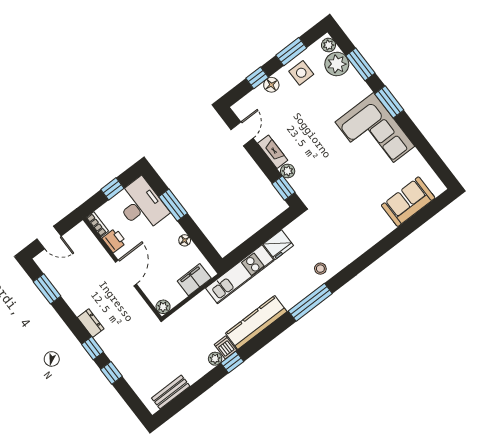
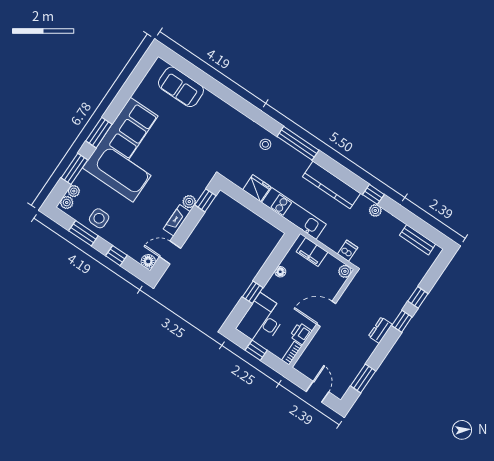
plant: (337, 64) -> (74, 191), width x0.53, depth x0.53
floor lamp: (271, 85) -> (148, 261), moved
corner sofa: (375, 134) -> (132, 150), width x1.36, depth x1.36
window: (173, 205) -> (253, 292), width x0.67
dishwasher: (225, 347) -> (348, 251), moved, turned 180

